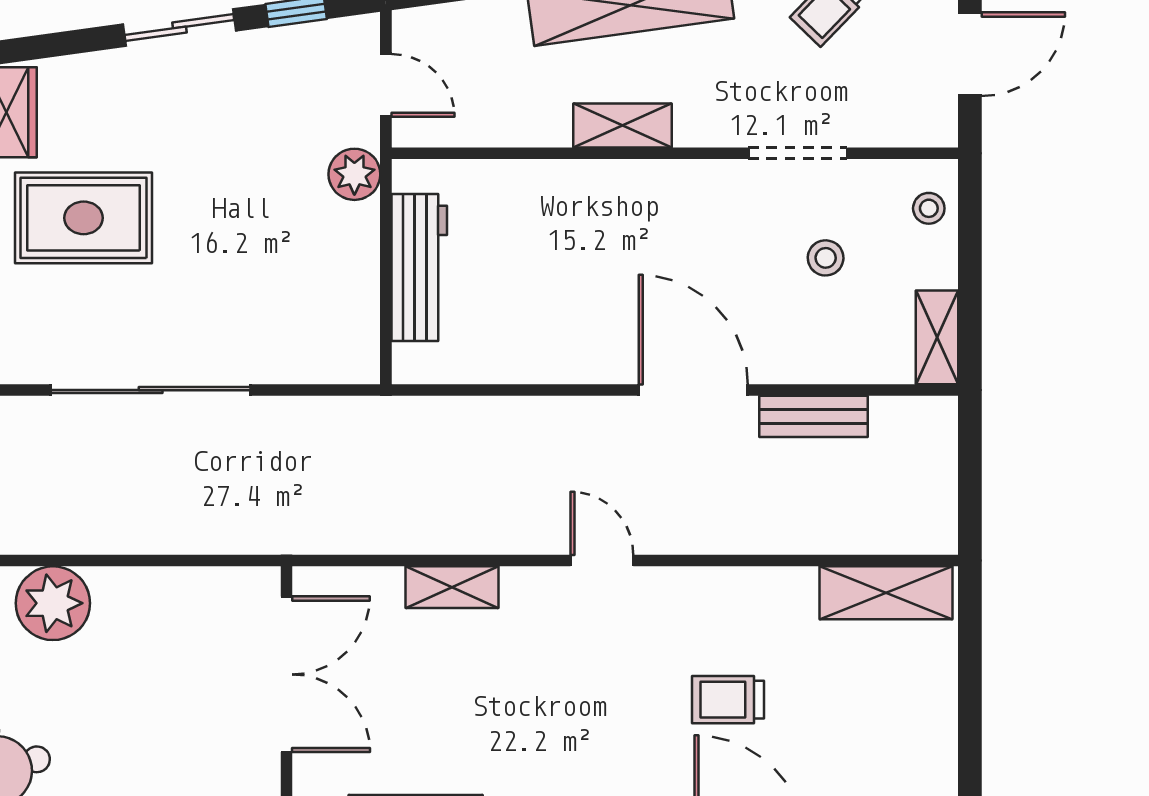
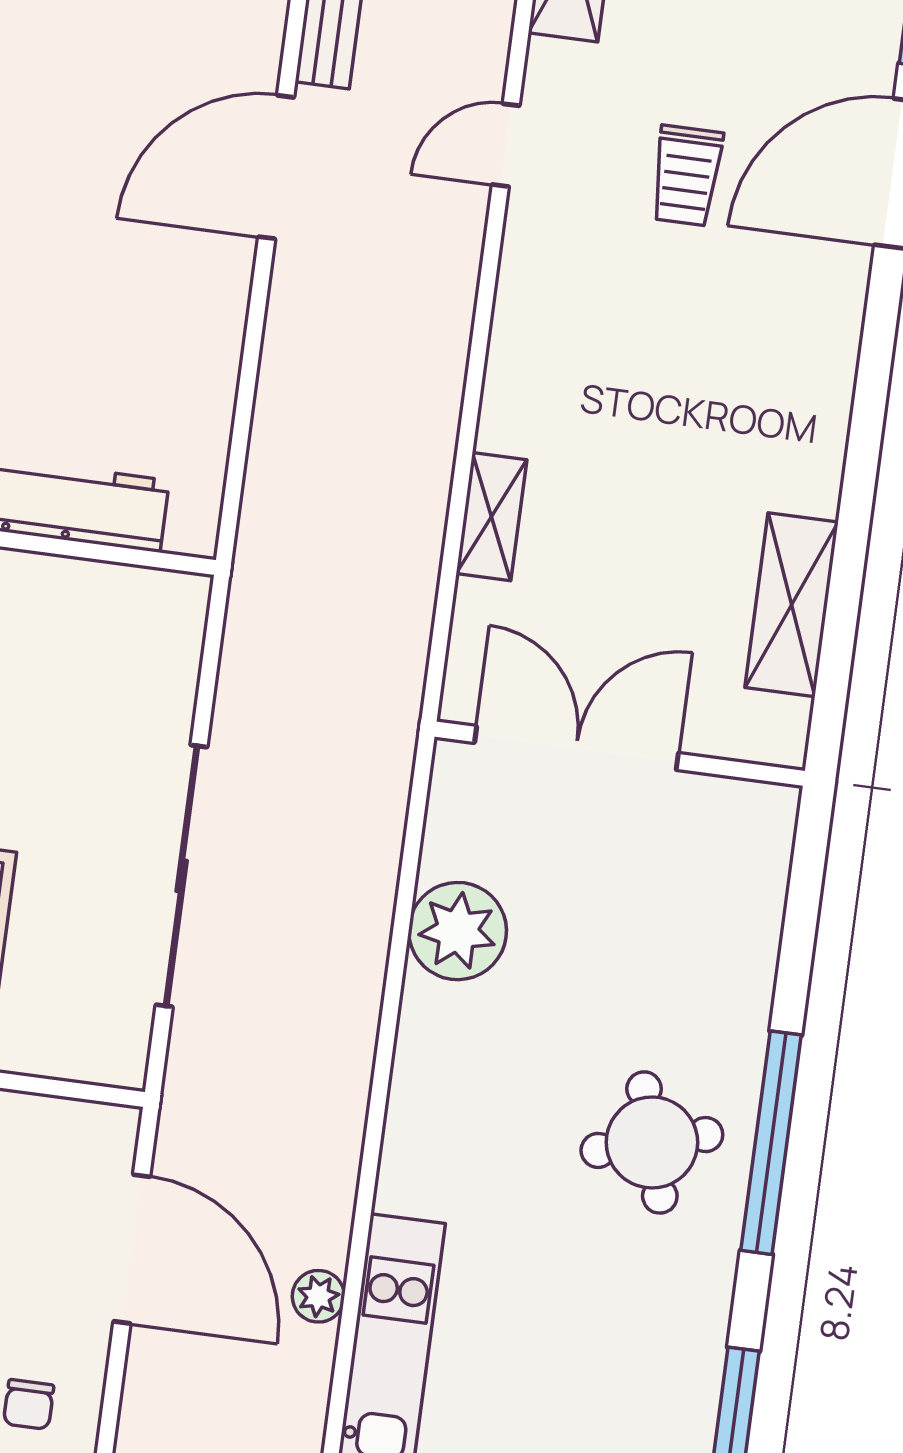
door: (602, 561) -> (506, 145), moved
plant: (53, 603) -> (458, 931), moved

